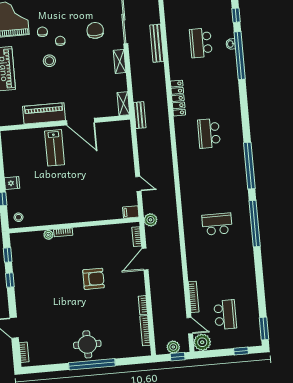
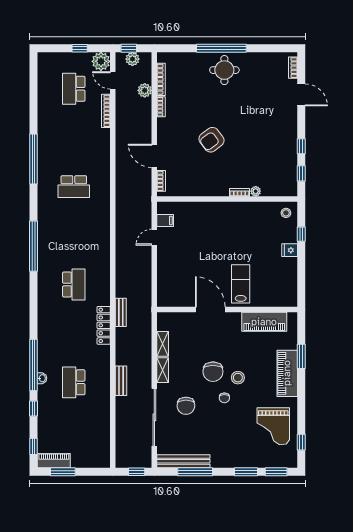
chair: (42, 32) -> (213, 372), moved, width x1.87, depth x1.87
bench: (157, 43) -> (121, 381), width x0.73
school desk: (201, 43) -> (74, 382), turned 180
shelving: (123, 104) -> (163, 344), moved
piano: (44, 113) -> (264, 322), moved
bench: (140, 115) -> (121, 312), moved
door: (138, 184) -> (154, 237), hinge flipped
filing cabinet: (131, 212) -> (165, 221), moved
plant: (151, 220) -> (145, 90), moved
window: (255, 224) -> (34, 159), moved
door: (145, 259) -> (154, 156), swing flipped
armchair: (93, 279) -> (211, 140), turned -37
window: (264, 328) -> (34, 70), removed
window: (241, 351) -> (80, 48), moved

